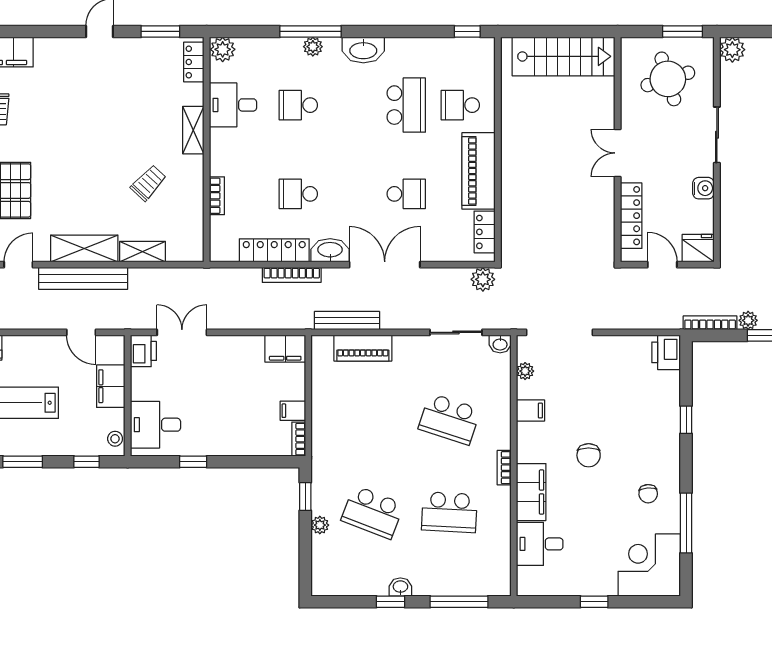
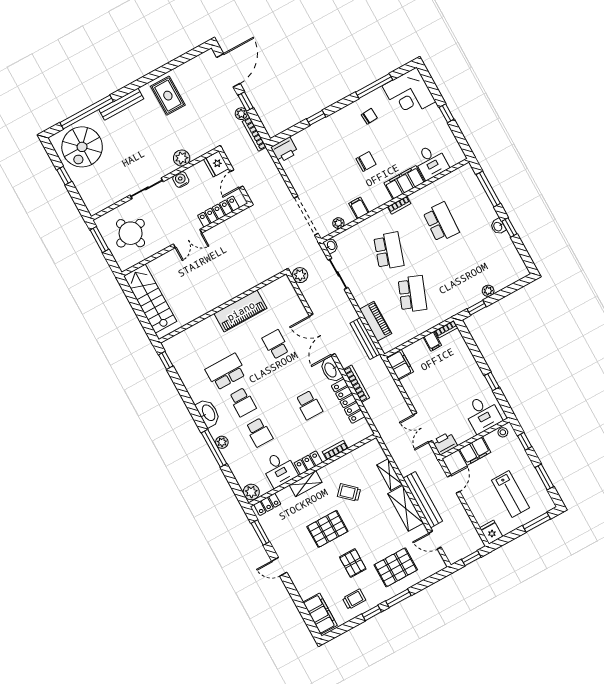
plant: (732, 50) -> (182, 158), moved
school desk: (460, 105) -> (243, 402), moved
pallet: (115, 126) -> (327, 529), added
pallet: (49, 135) -> (353, 563), added
locker: (485, 232) -> (308, 463), moved, turned 180
school desk: (373, 512) -> (412, 294), moved

